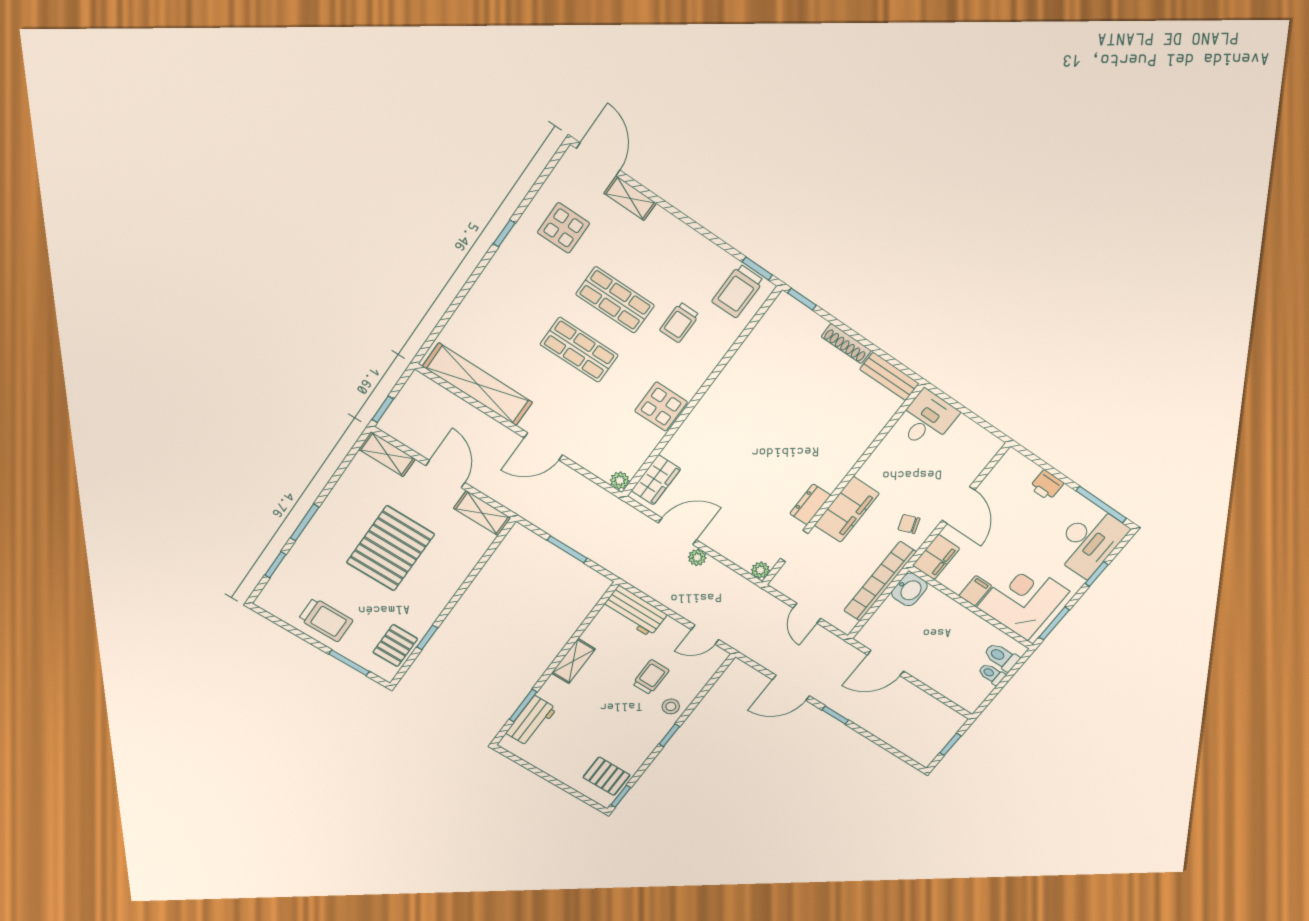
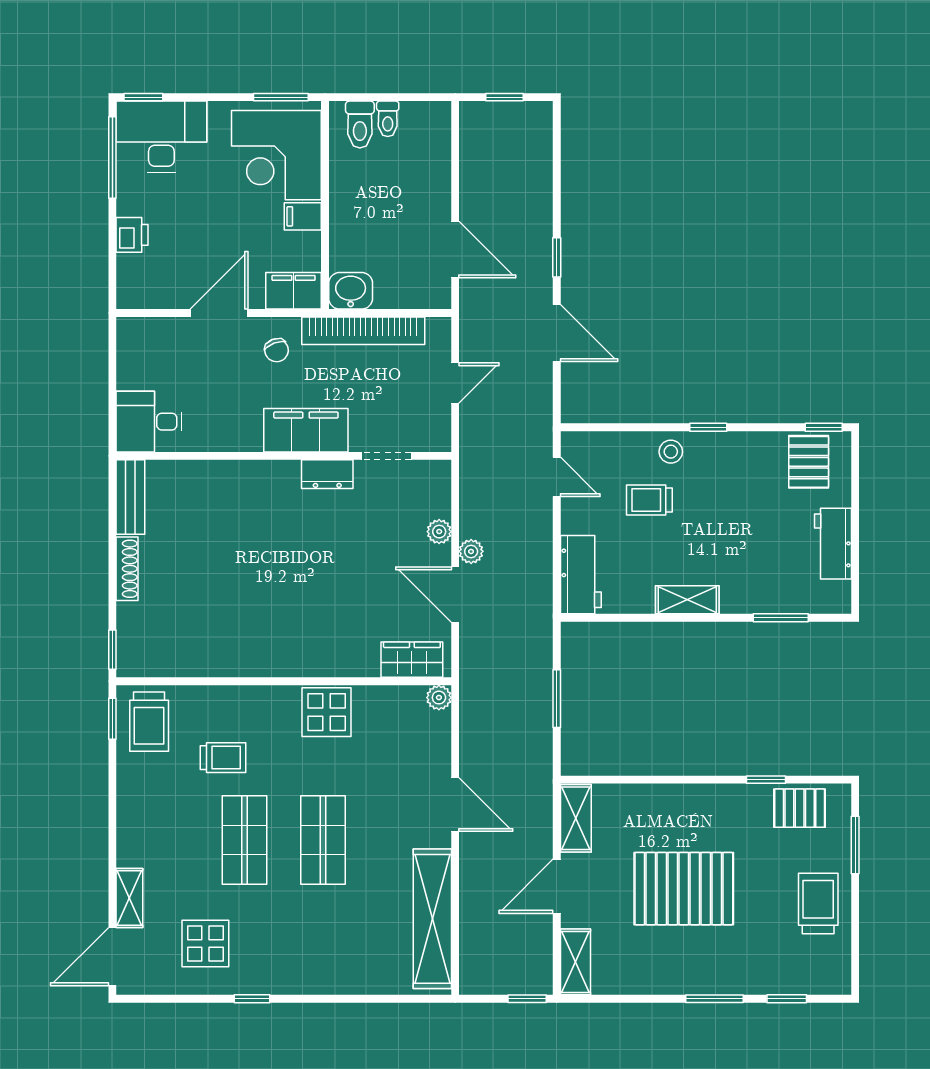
trolley: (738, 291) -> (149, 722), turned 90
plant: (760, 570) -> (439, 532), moved
window: (1097, 574) -> (143, 97), moved
workbench: (531, 721) -> (833, 544), moved, turned -90

